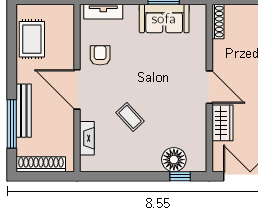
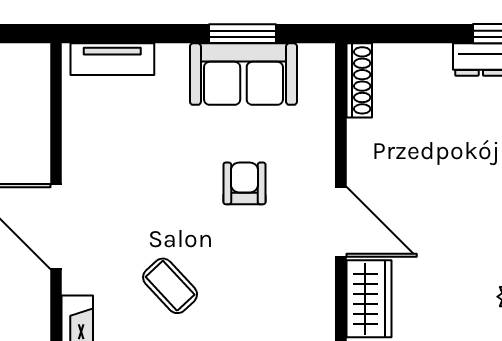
armchair: (100, 55) -> (244, 183), moved

